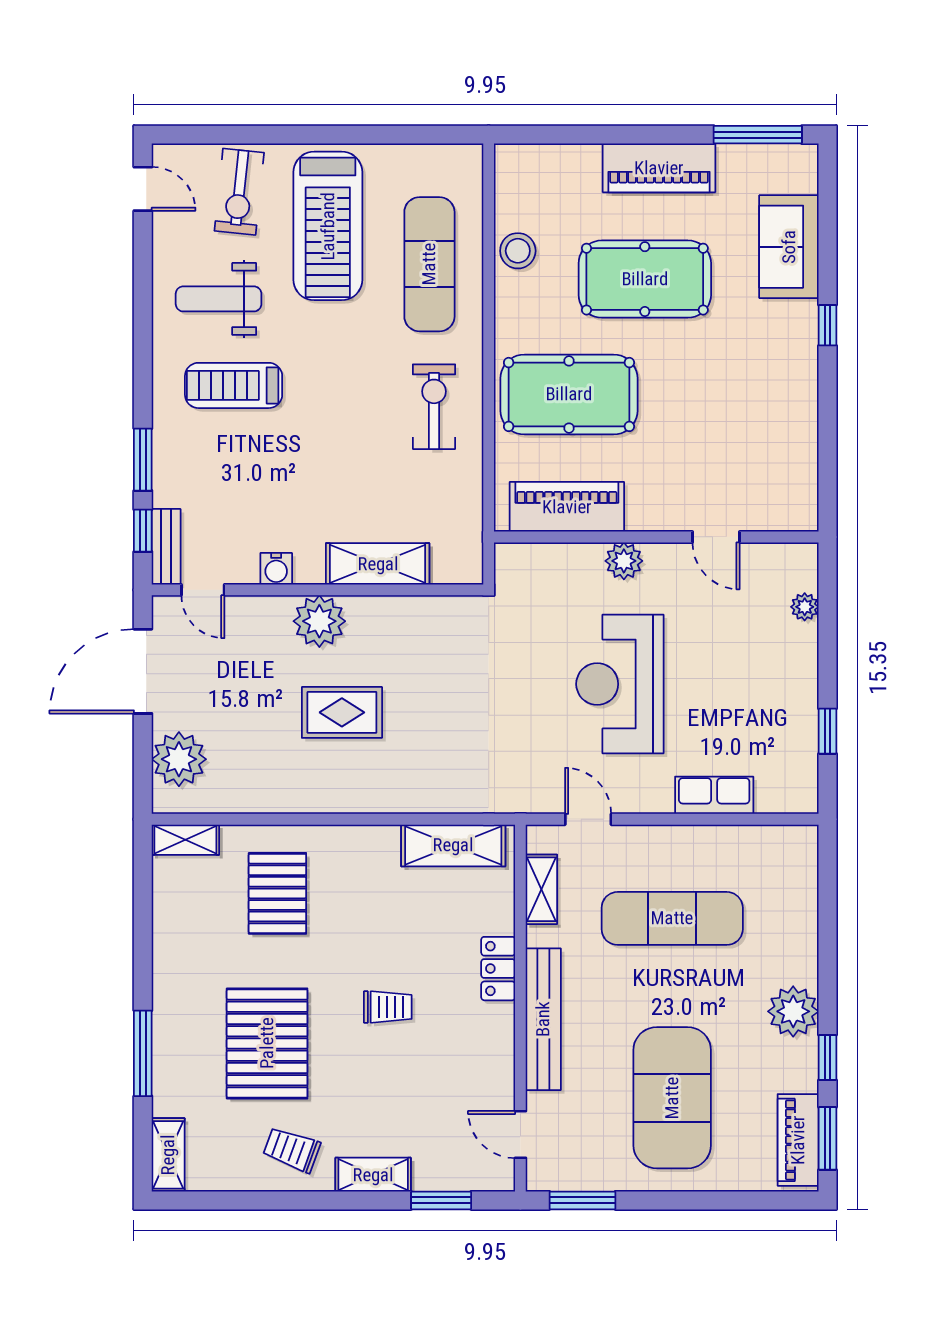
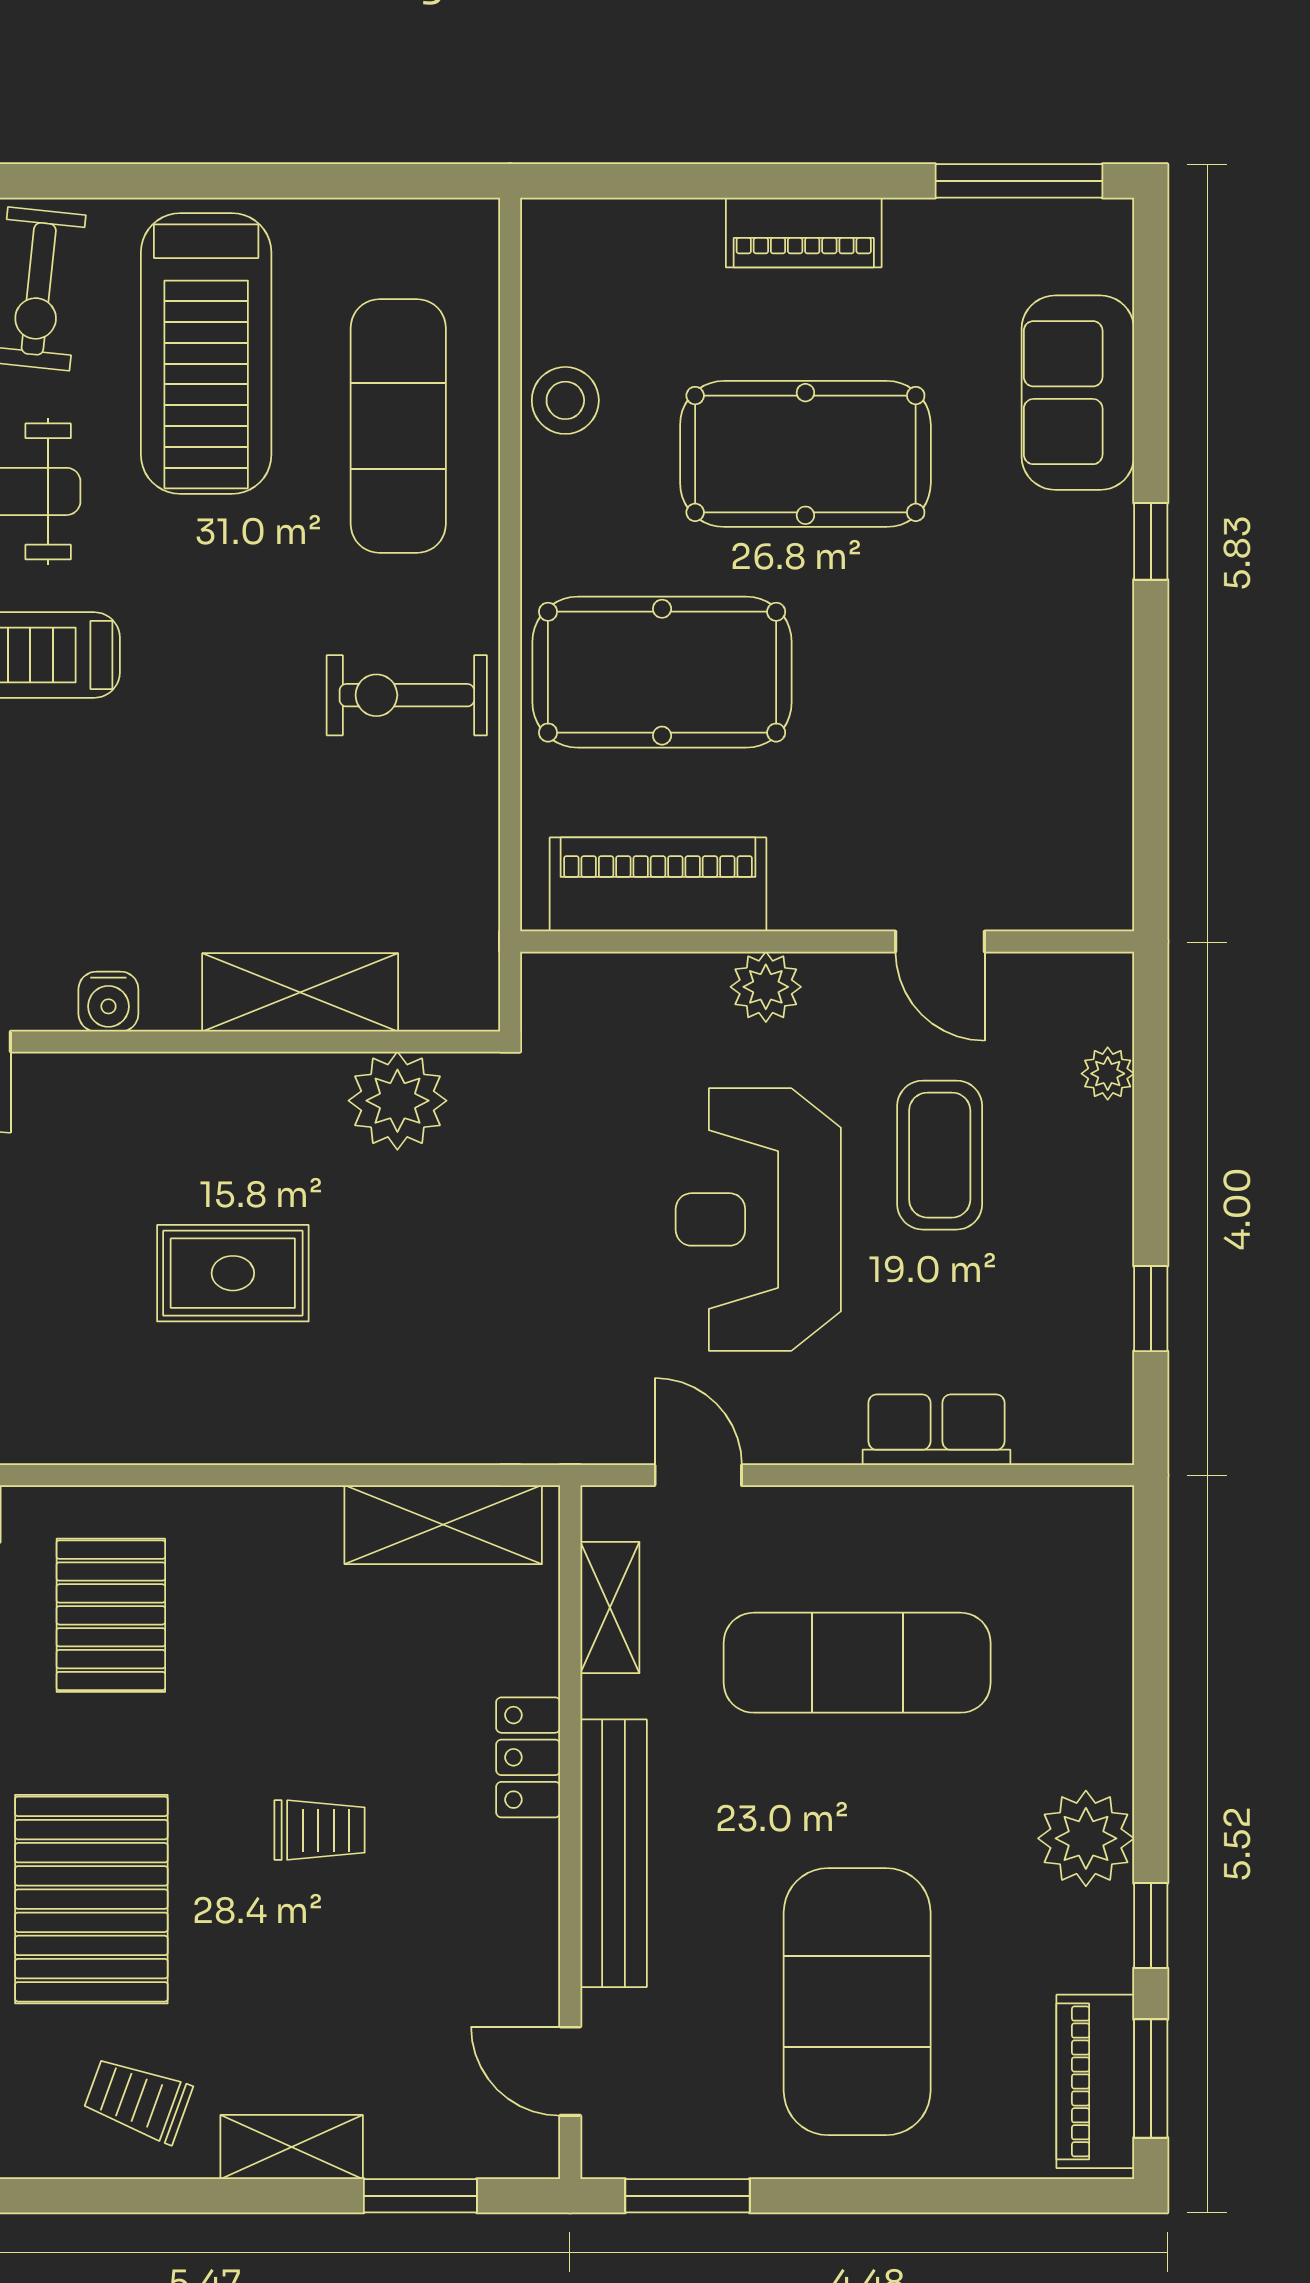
piano: (659, 168) -> (804, 232), width x0.73, depth x0.75
exercise bike: (434, 407) -> (407, 695), turned -90
plant: (319, 621) -> (397, 1101), moved
coffee table: (716, 650) -> (940, 1155), added

